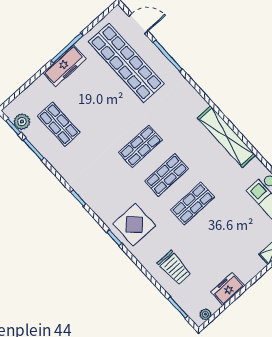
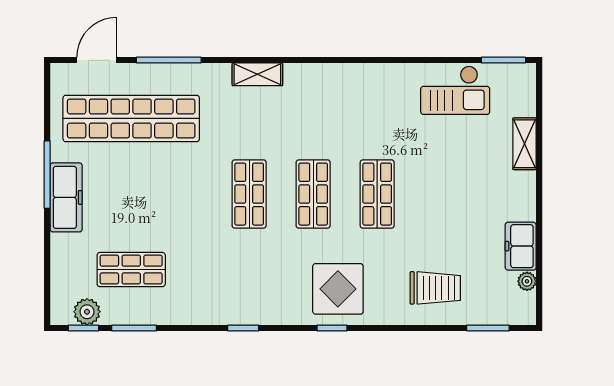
shelving: (227, 137) -> (257, 74), moved, width x0.45, depth x0.75
plant: (205, 314) -> (527, 281), moved

